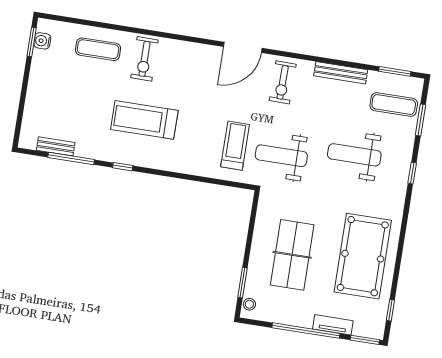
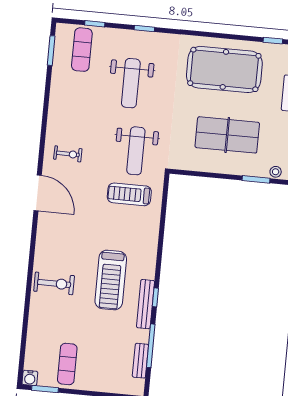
water cooler: (42, 41) -> (30, 378), moved
exercise mat: (98, 49) -> (67, 364), moved
bench: (341, 73) -> (145, 304), moved
exercise bike: (283, 82) -> (68, 154), width x0.73, depth x0.72
window: (421, 120) -> (95, 24), width x0.67

